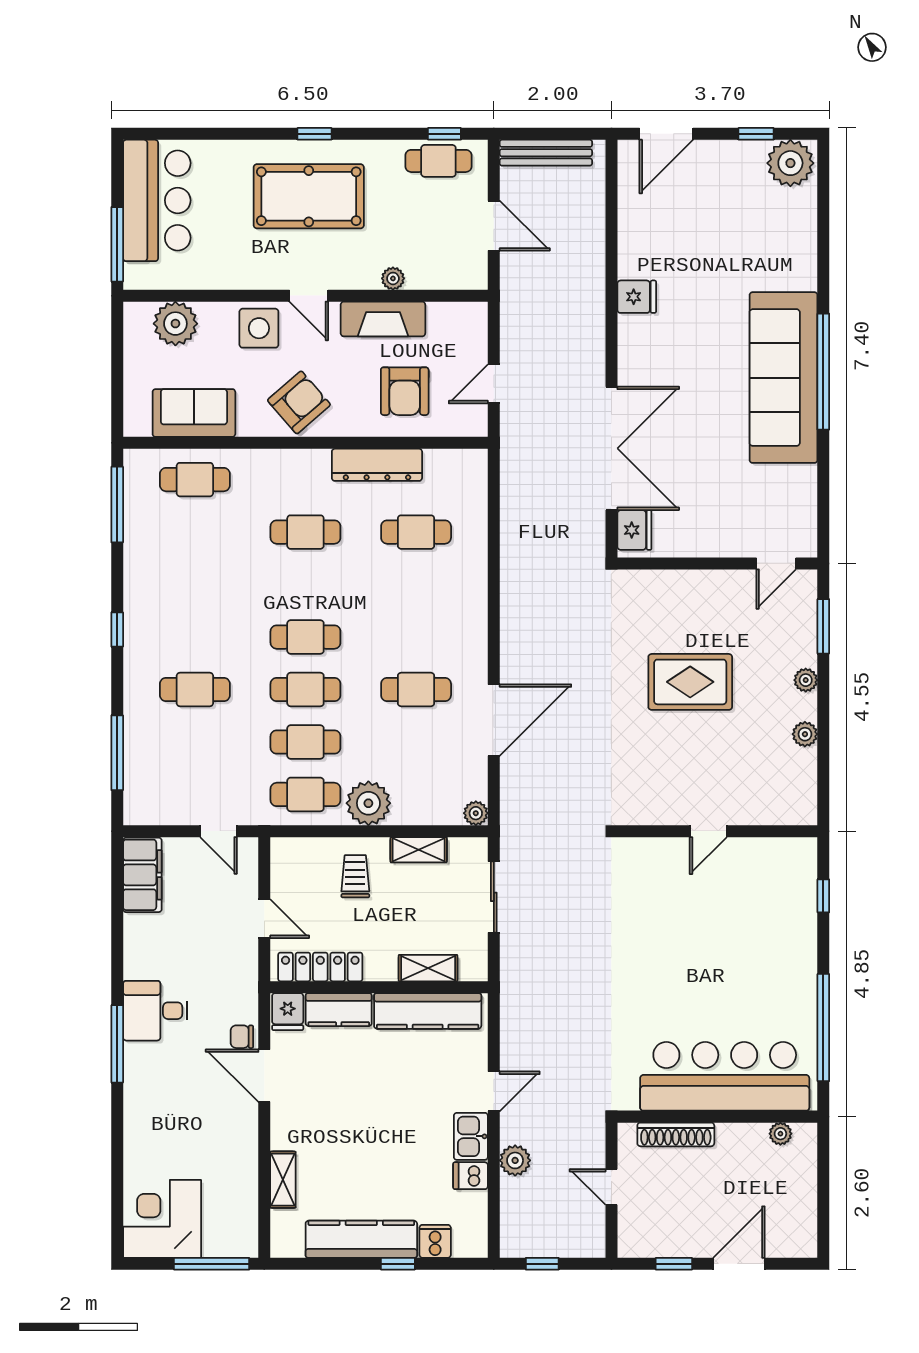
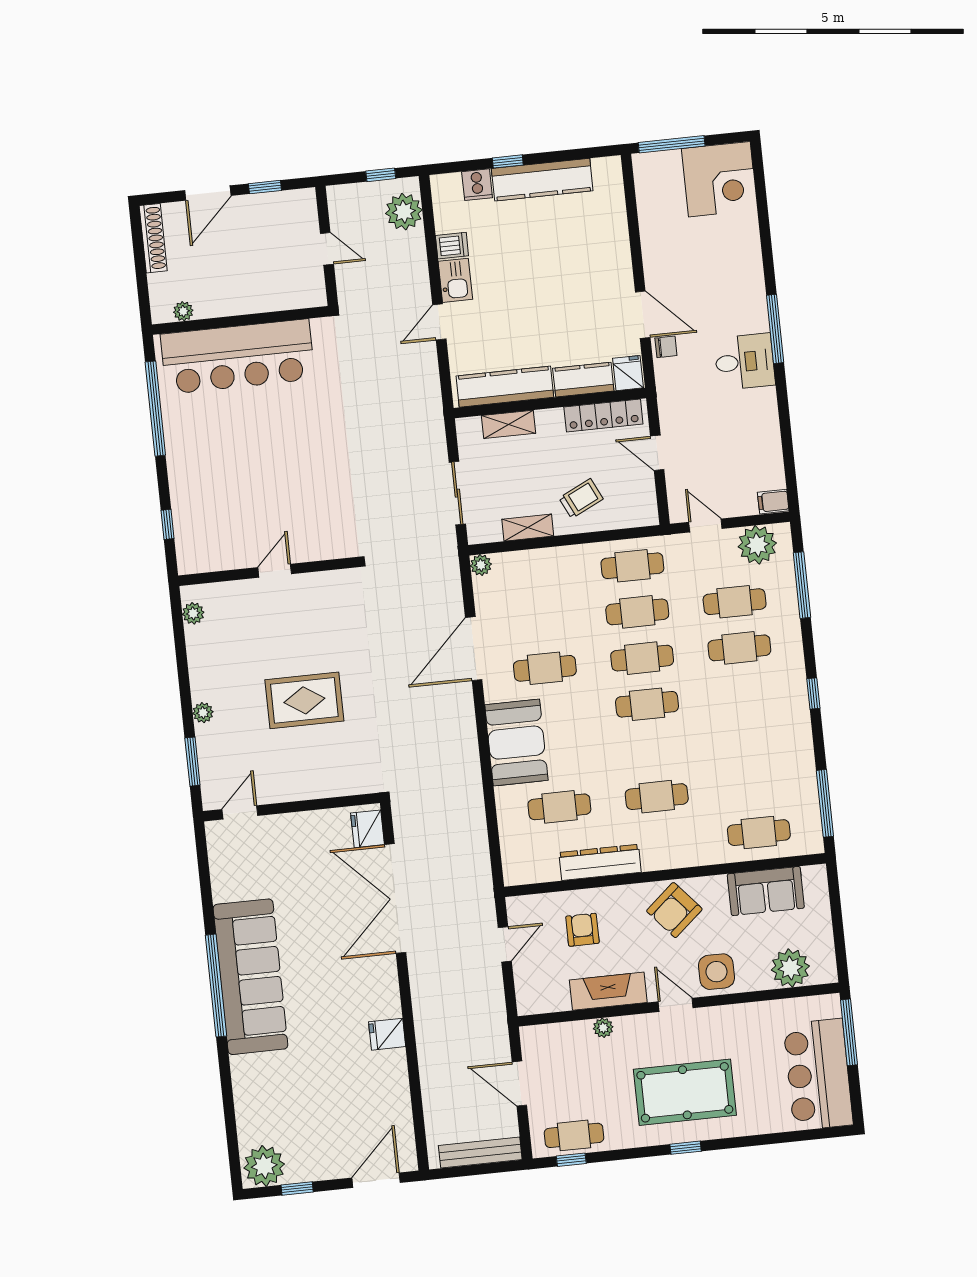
armchair: (405, 391) -> (582, 930), width x0.72, depth x0.72
booth: (457, 609) -> (516, 743), added
plant: (805, 734) -> (193, 613), moved
cafe table: (195, 742) -> (735, 602), added
plant: (368, 803) -> (757, 545), moved
filing cabinet: (142, 875) -> (773, 502), width x0.33, depth x0.86
trolley: (355, 876) -> (581, 498), turned -116
shoe rack: (676, 1134) -> (153, 238), moved, turned 90
plant: (515, 1160) -> (404, 212), moved, width x1.36, depth x1.36
shelving: (283, 1180) -> (617, 225), removed

